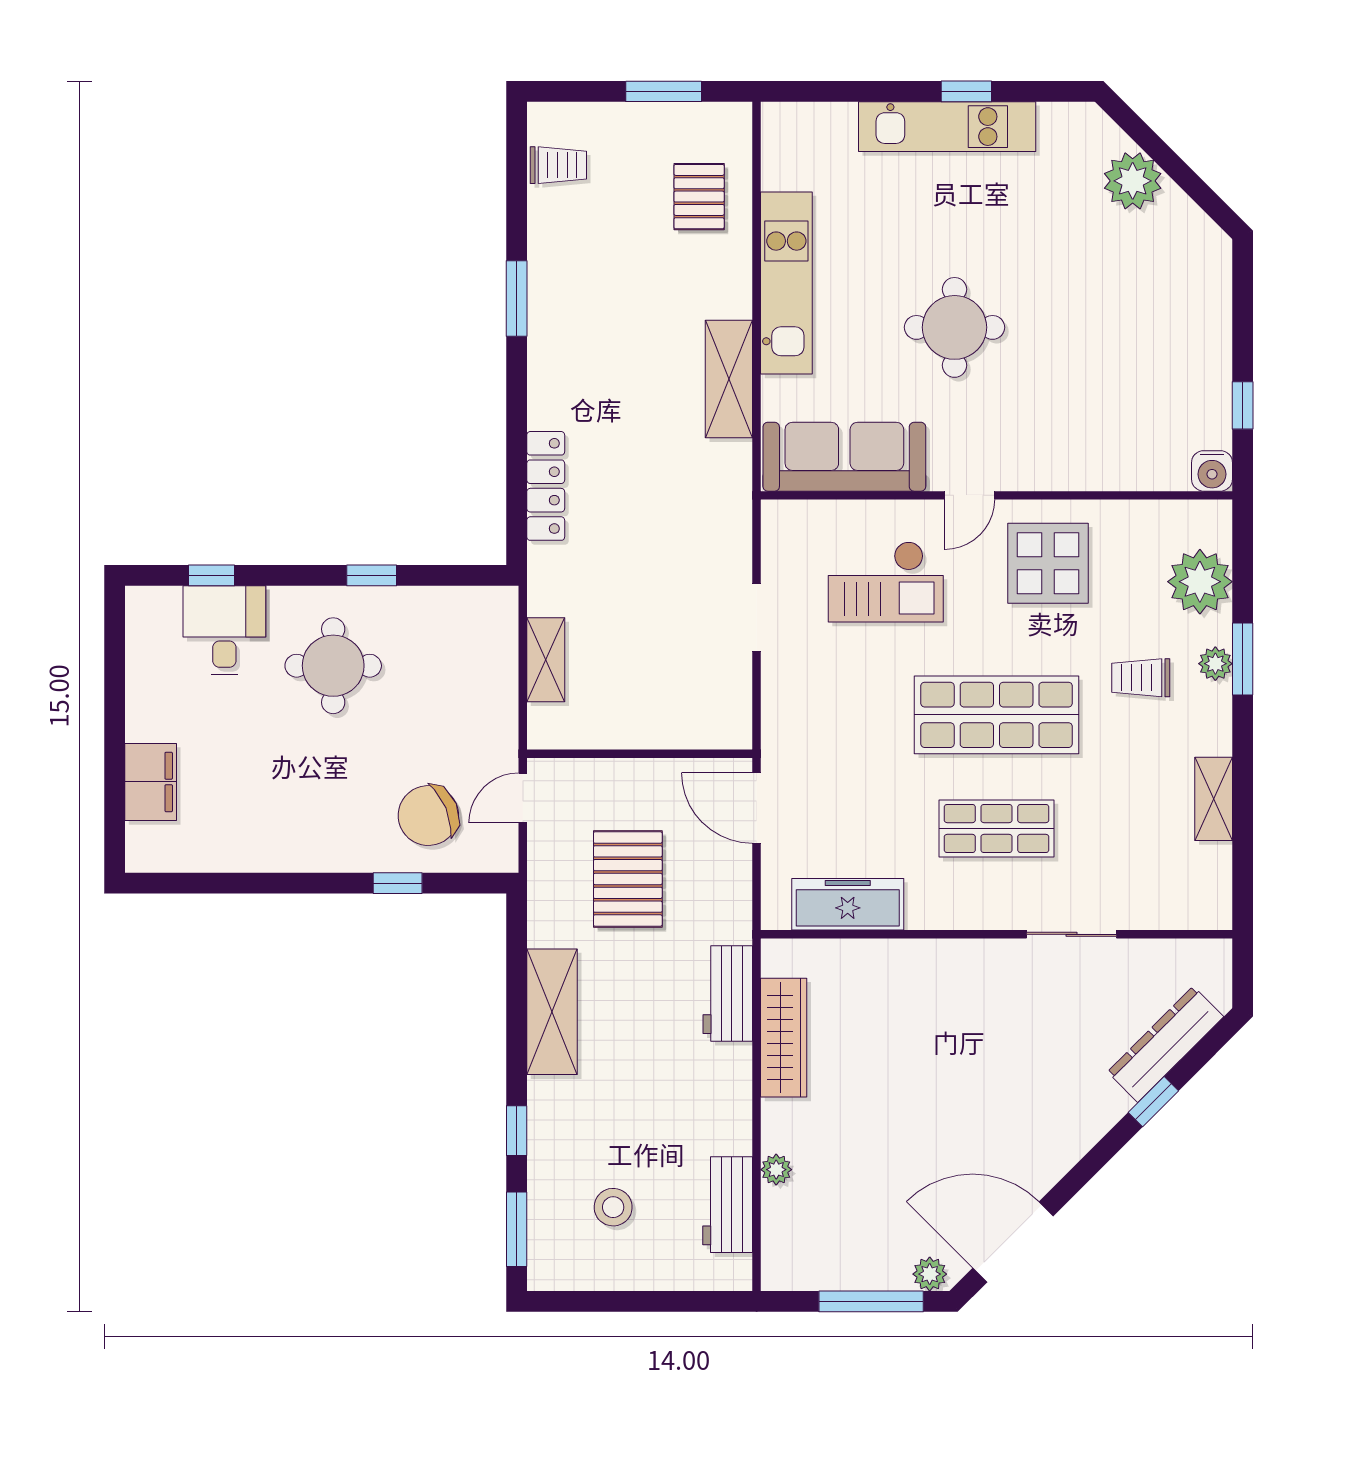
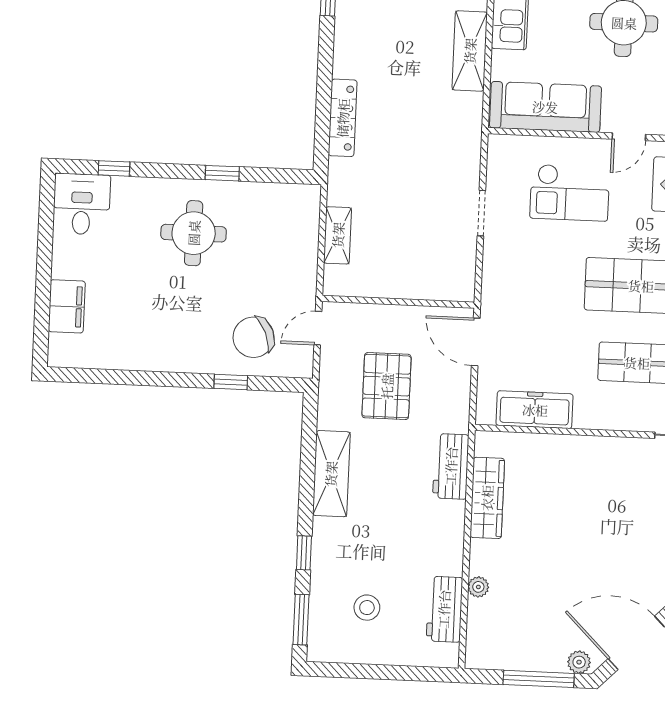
desk: (224, 630) -> (82, 204), moved

